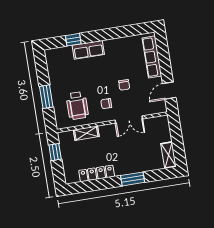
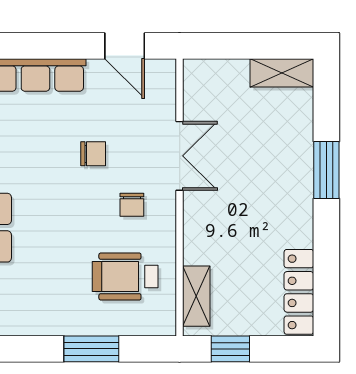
wheelchair: (77, 106) -> (125, 277), turned 180
shelving: (86, 133) -> (196, 296), moved
locker: (97, 173) -> (299, 292), moved

